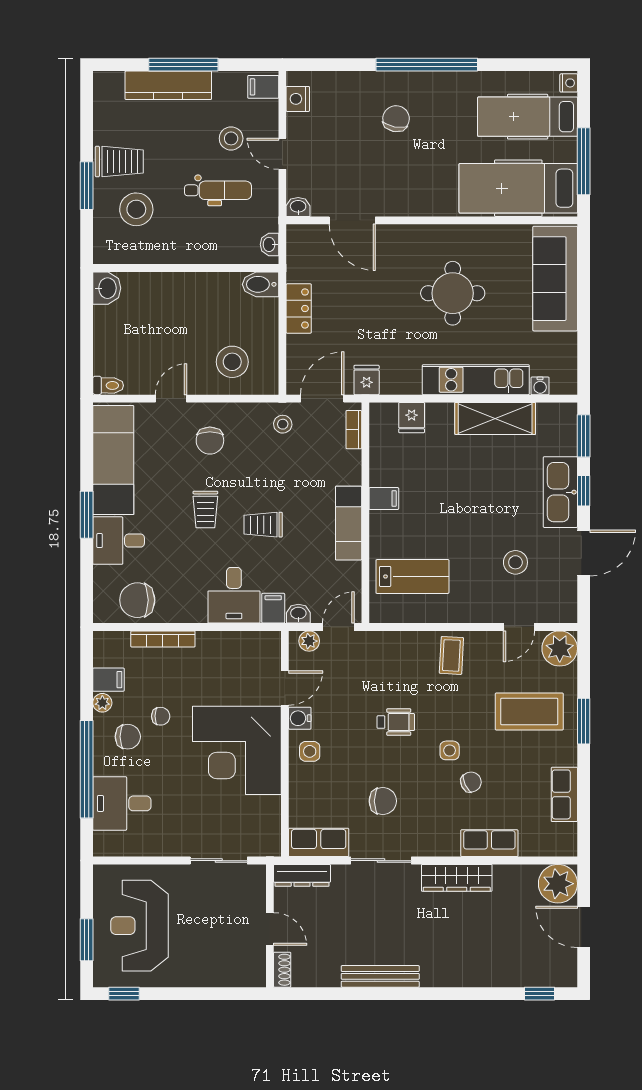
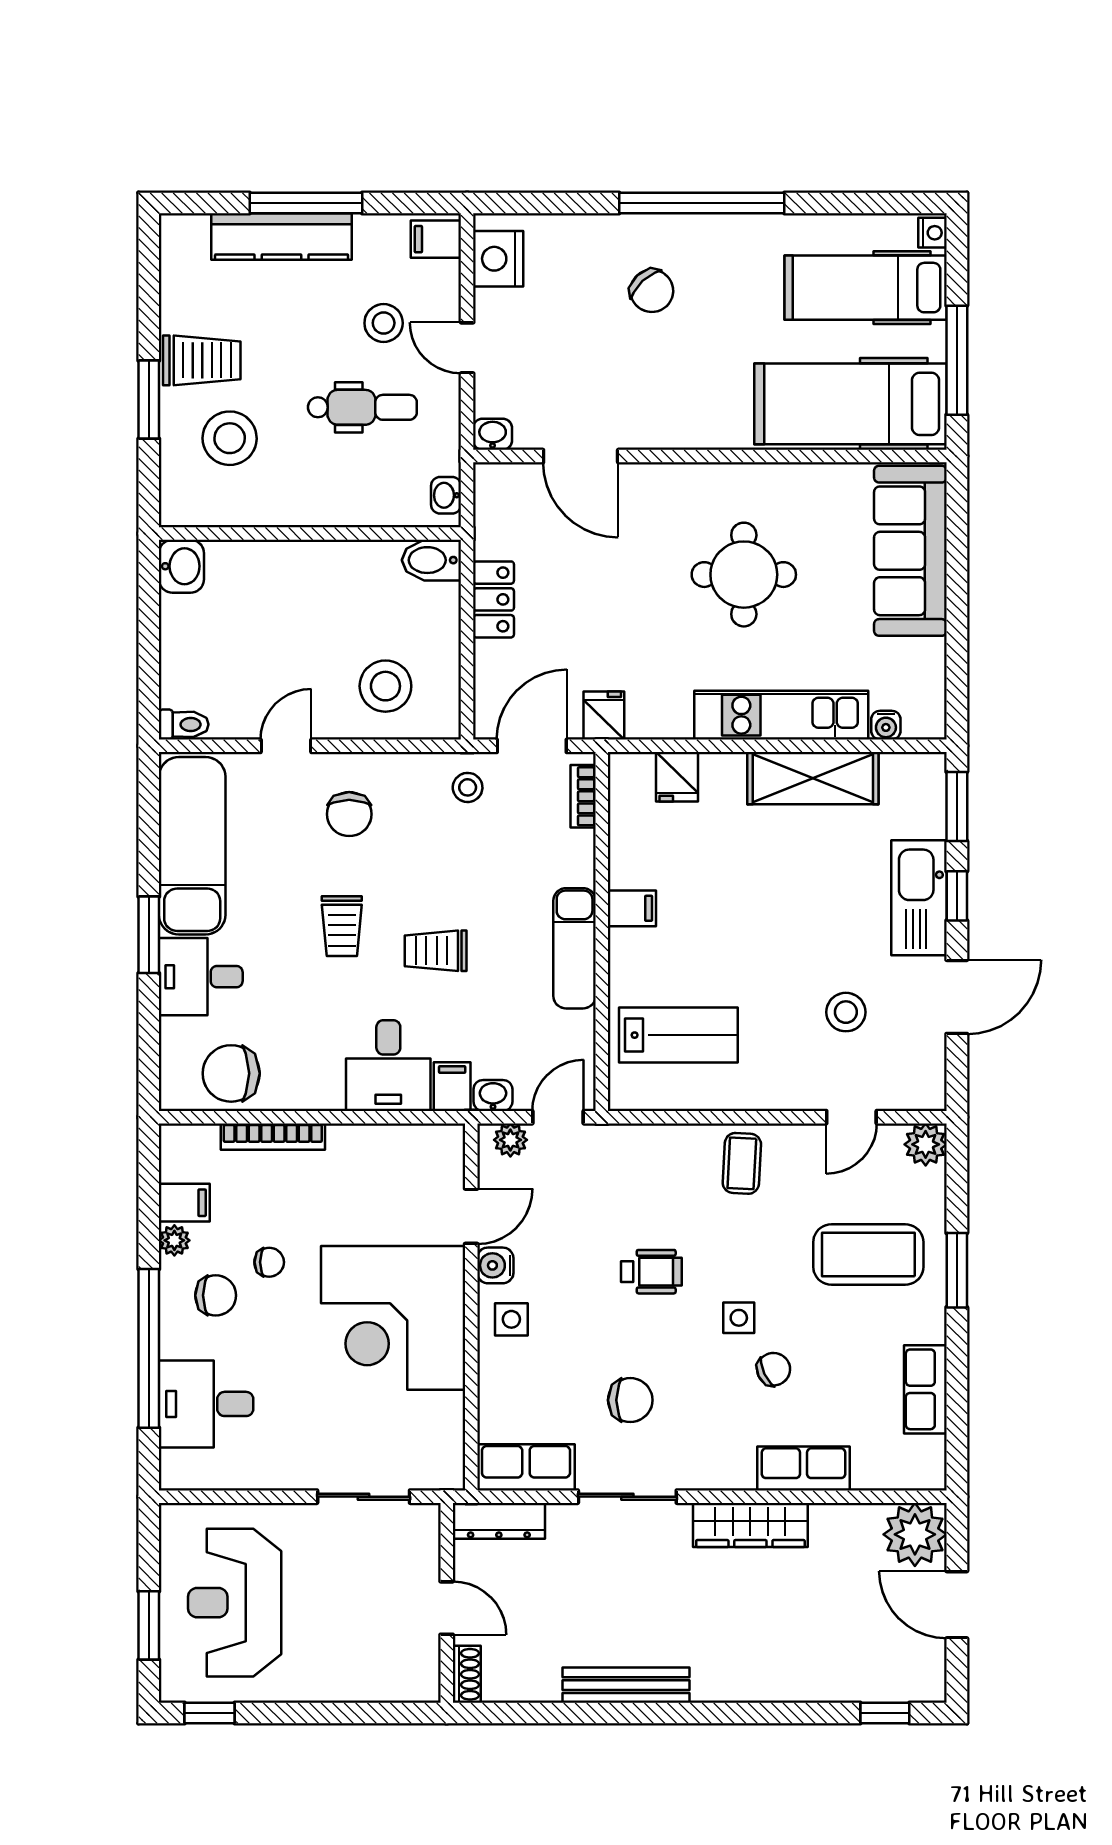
nightstand: (298, 99) -> (498, 259), width x1.36, depth x1.33
chair: (396, 119) -> (652, 291), turned 126
plant: (560, 648) -> (926, 1144), width x0.73, depth x0.73

